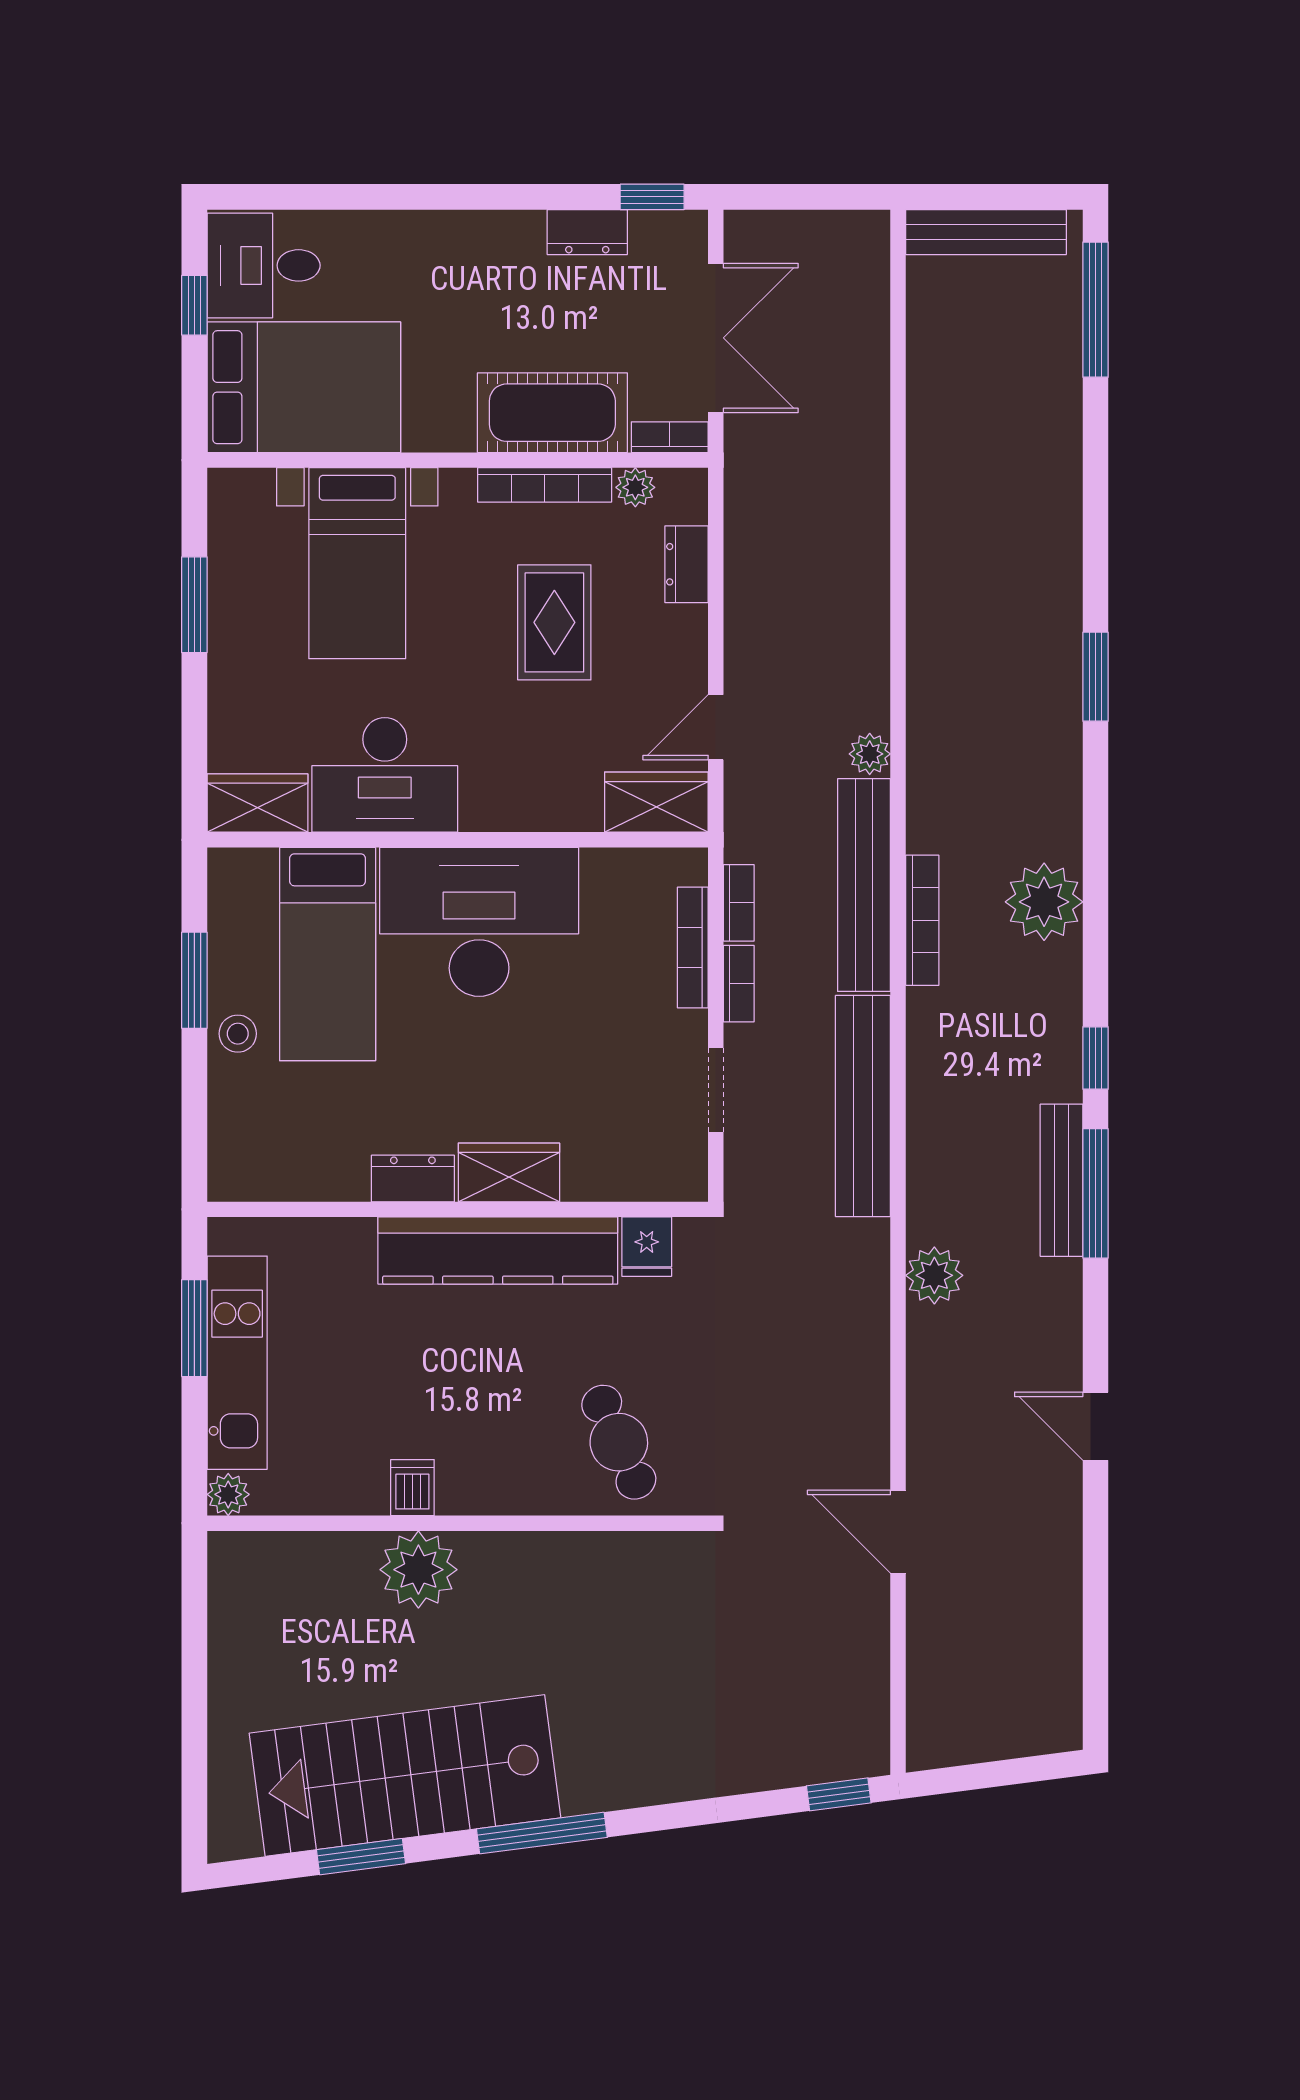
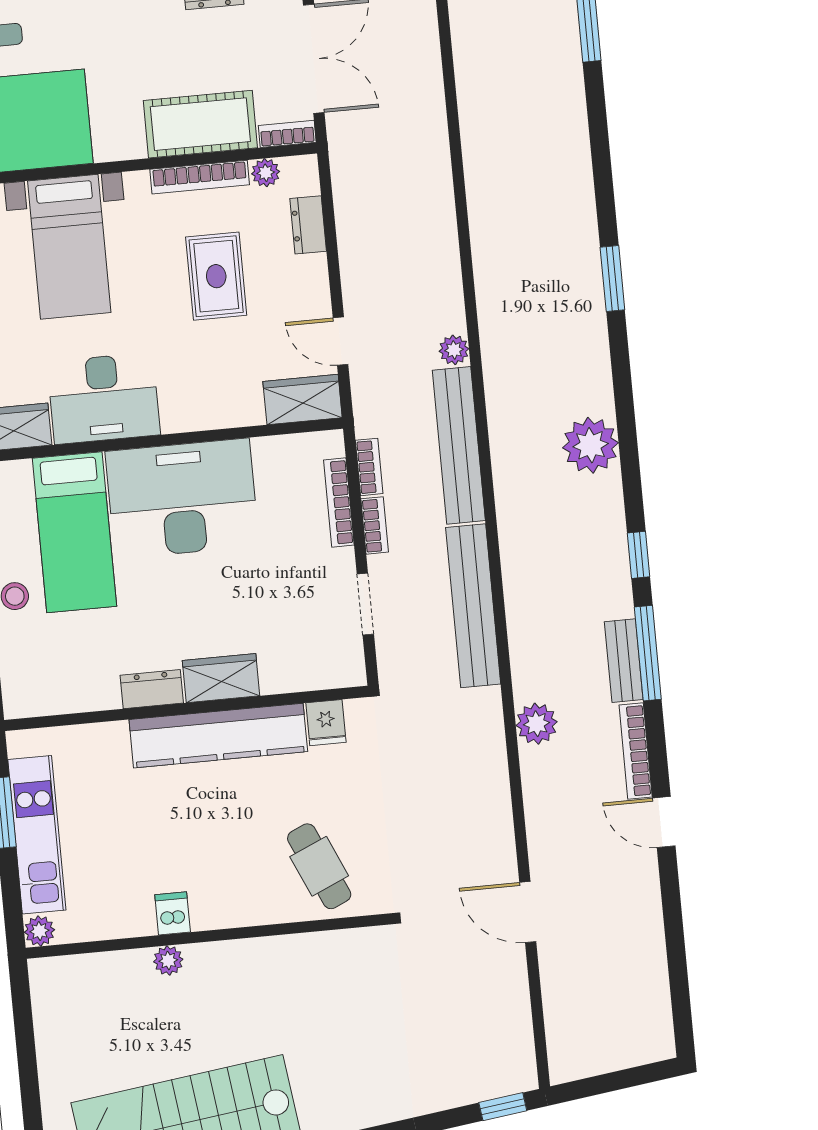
door: (716, 727) -> (340, 341), hinge flipped
bookcase: (922, 920) -> (636, 751), moved, turned 180
bench: (1062, 1180) -> (624, 661), width x0.73
plant: (418, 1570) -> (168, 960), width x0.53, depth x0.53

